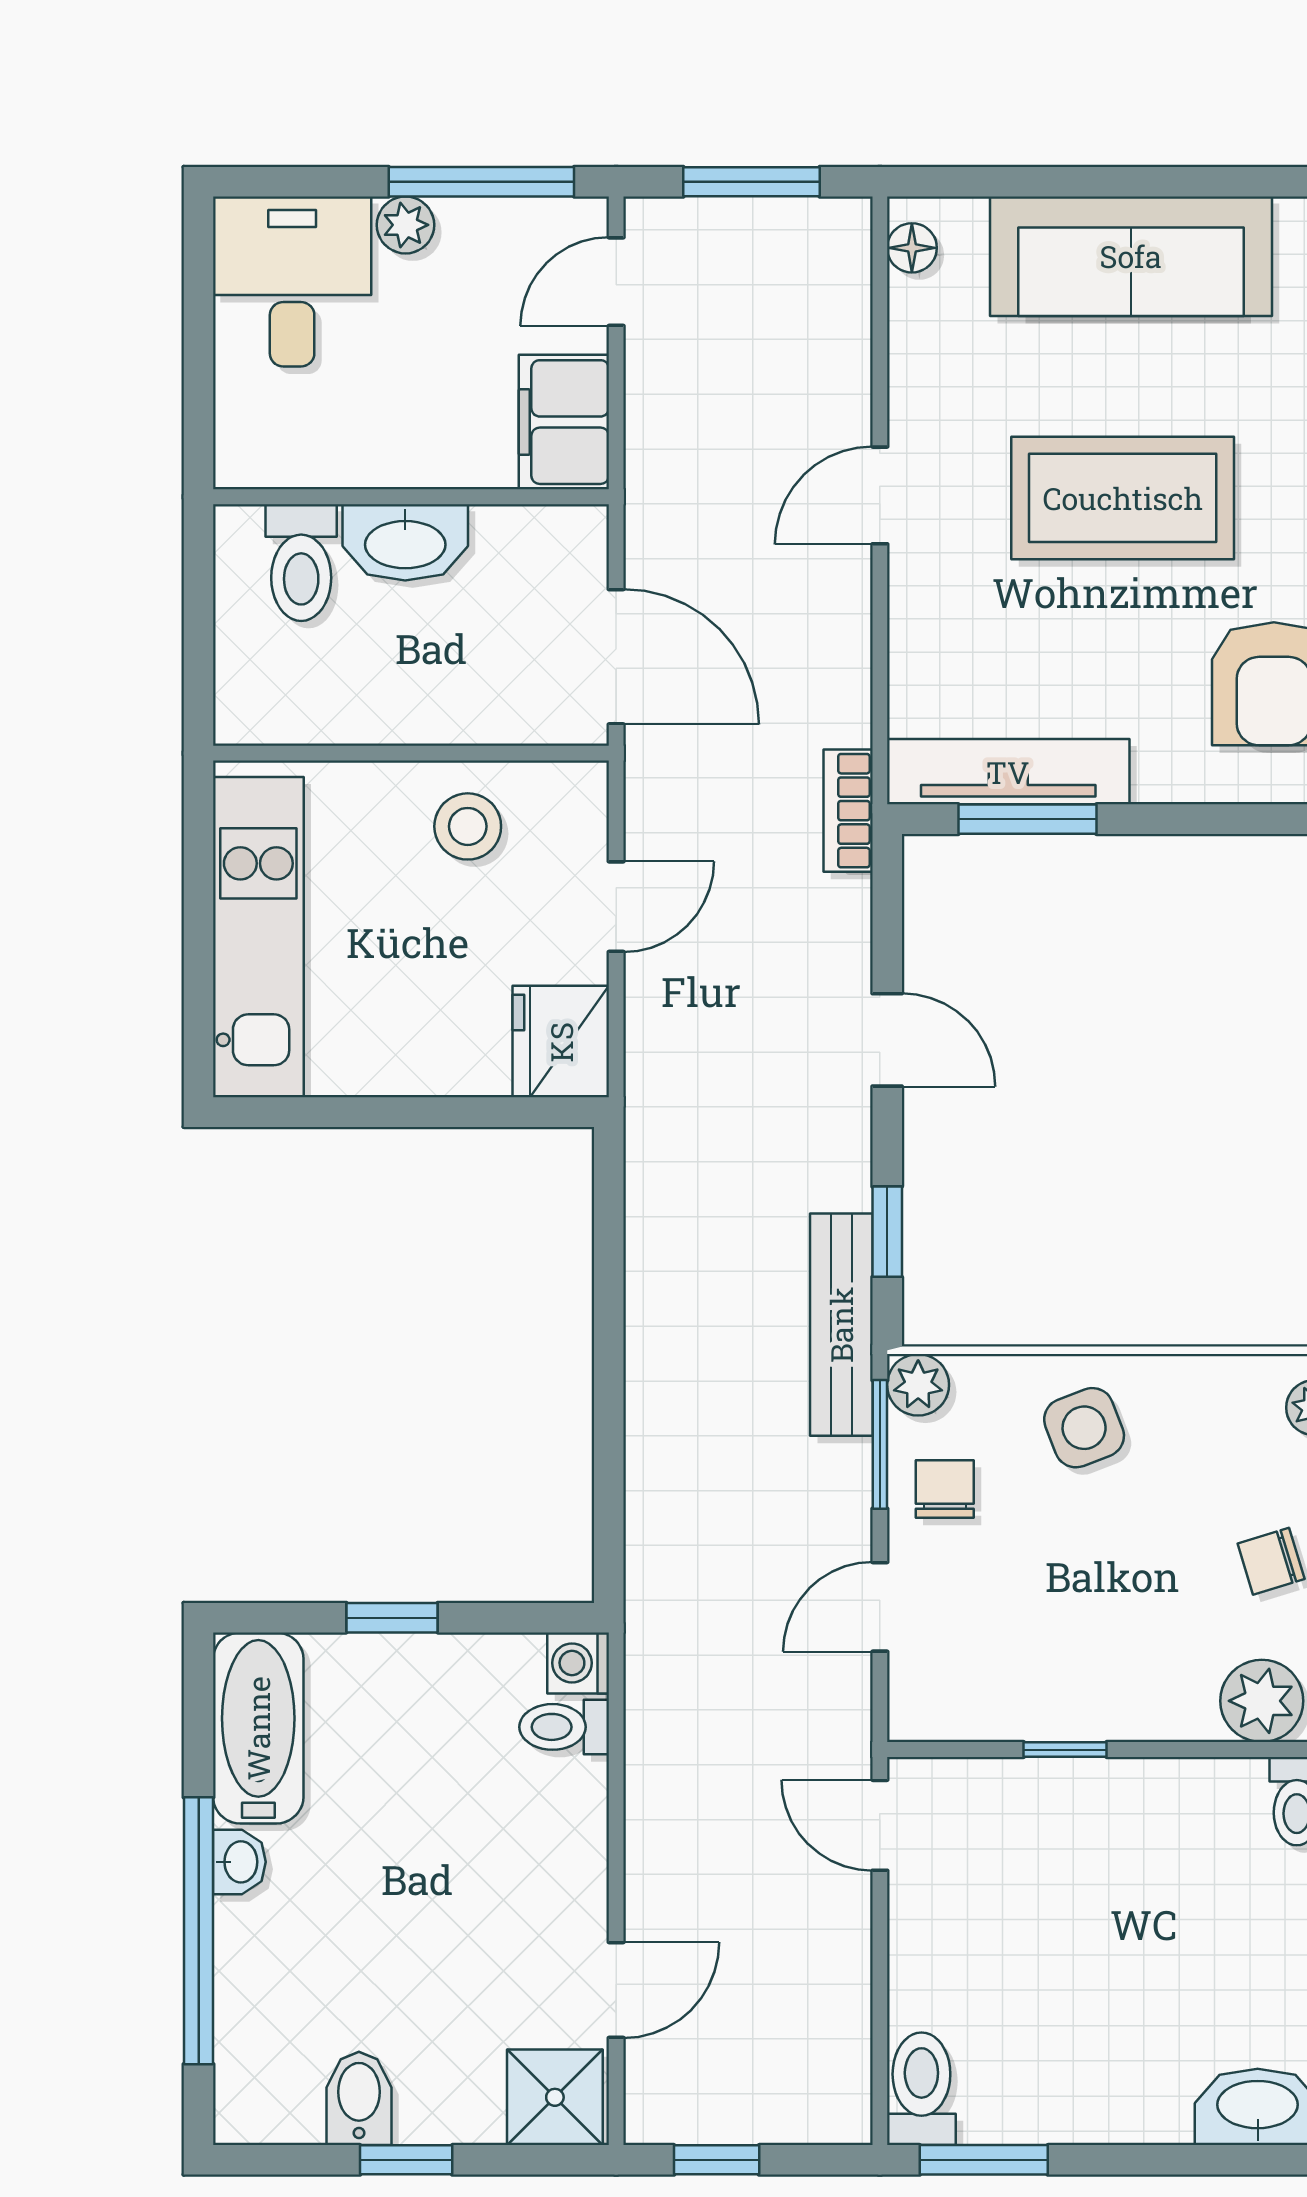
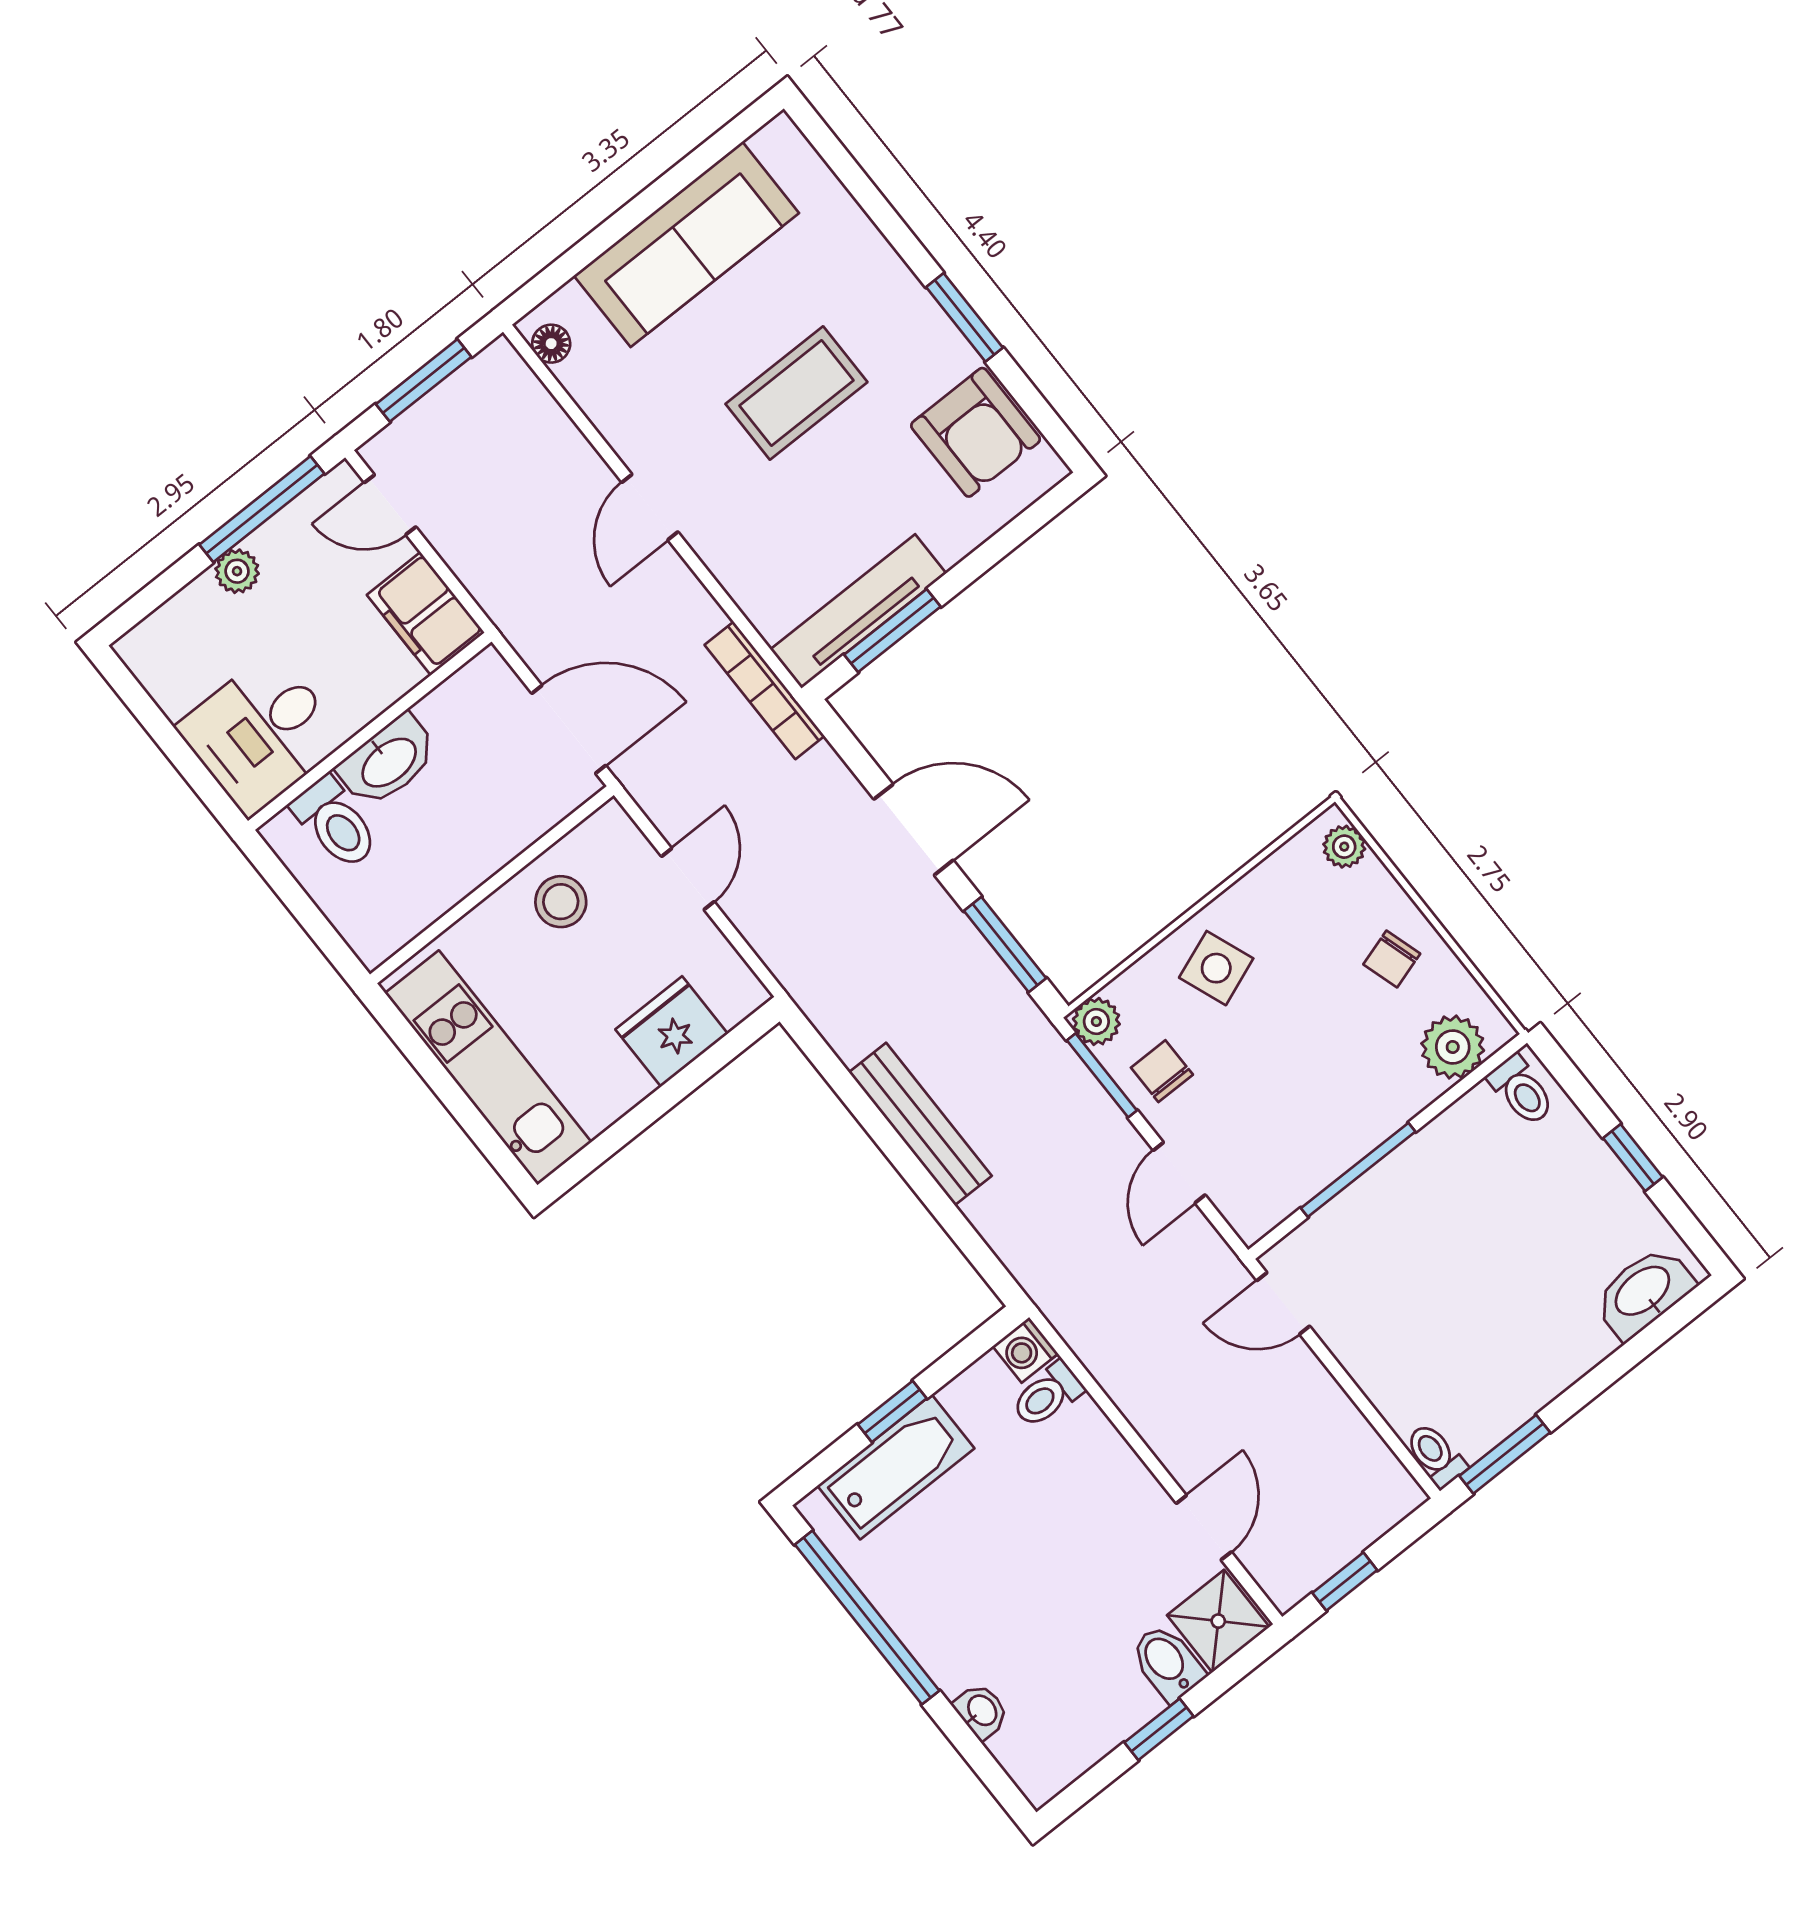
desk: (292, 281) -> (261, 733), moved, turned -90
door: (616, 282) -> (390, 505), hinge flipped
coffee table: (1123, 498) -> (796, 393), width x0.73, depth x0.76
bookcase: (848, 811) -> (765, 690), width x1.56
door: (887, 1040) -> (914, 830), width x1.38
fridge: (561, 1042) -> (672, 1031), moved, turned 90
window: (887, 1232) -> (1005, 945), width x1.50
bench: (841, 1325) -> (920, 1124), moved
bathtub: (258, 1728) -> (896, 1467), moved, turned 90
window: (1065, 1750) -> (1358, 1170), width x2.17
washbasin: (239, 1862) -> (981, 1711), moved
window: (199, 1931) -> (867, 1618), moved
toilet: (921, 2089) -> (1436, 1455), width x0.73, depth x0.72
bidet: (359, 2098) -> (1167, 1663), moved

